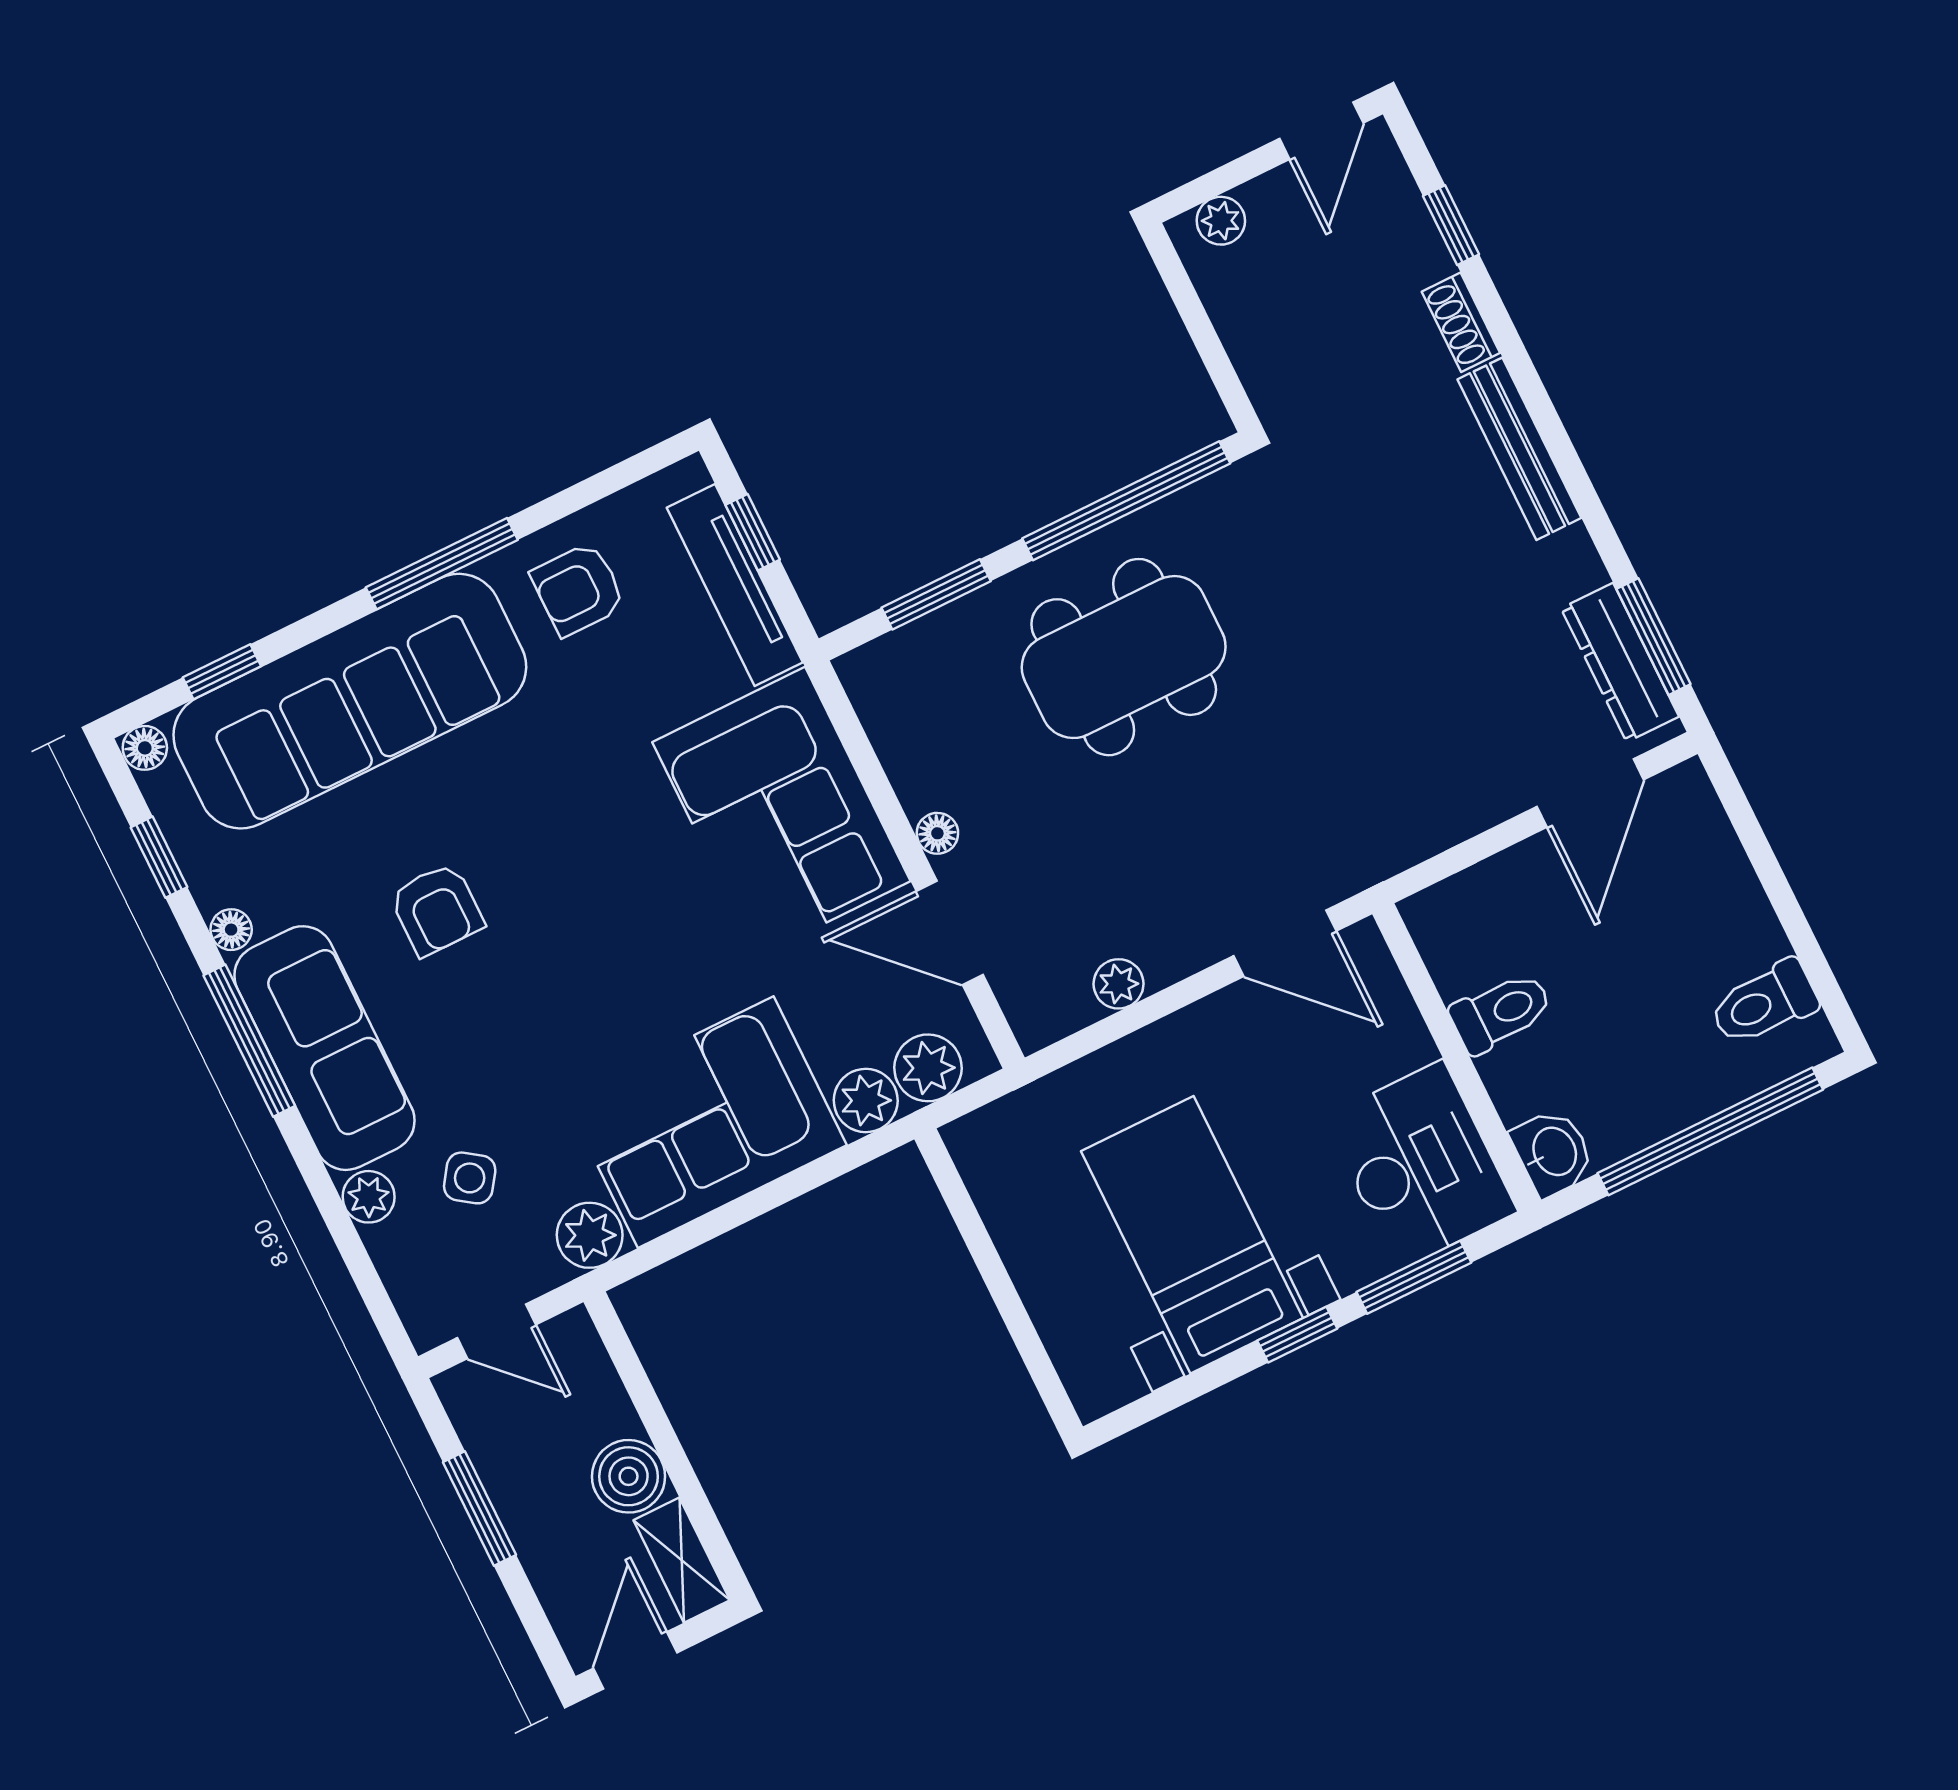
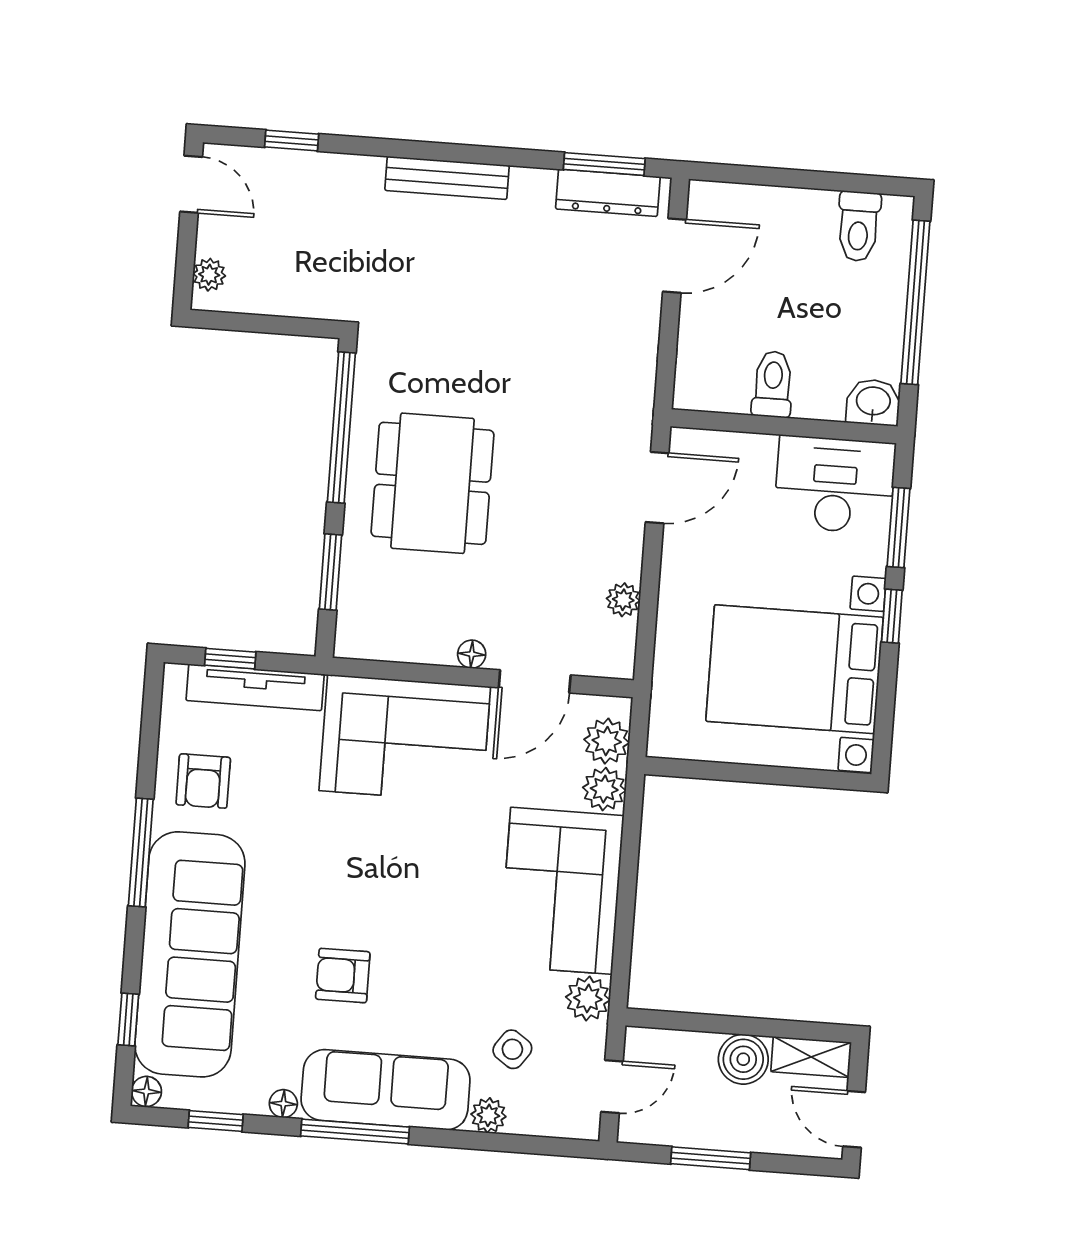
shoe rack: (1461, 322) -> (352, 169), removed
door: (1590, 793) -> (675, 256), hinge flipped
armchair: (437, 909) -> (343, 976), turned 180
bed with nightstands: (1192, 1235) -> (795, 669), width x1.36

